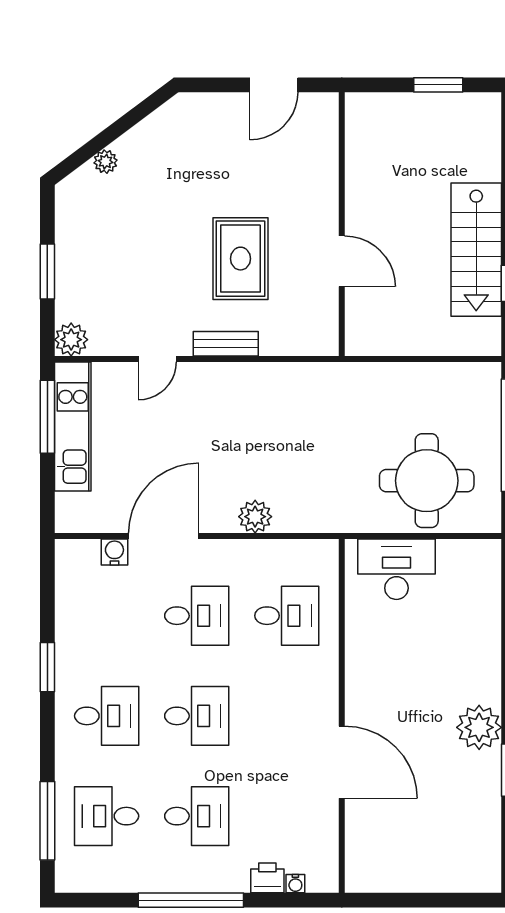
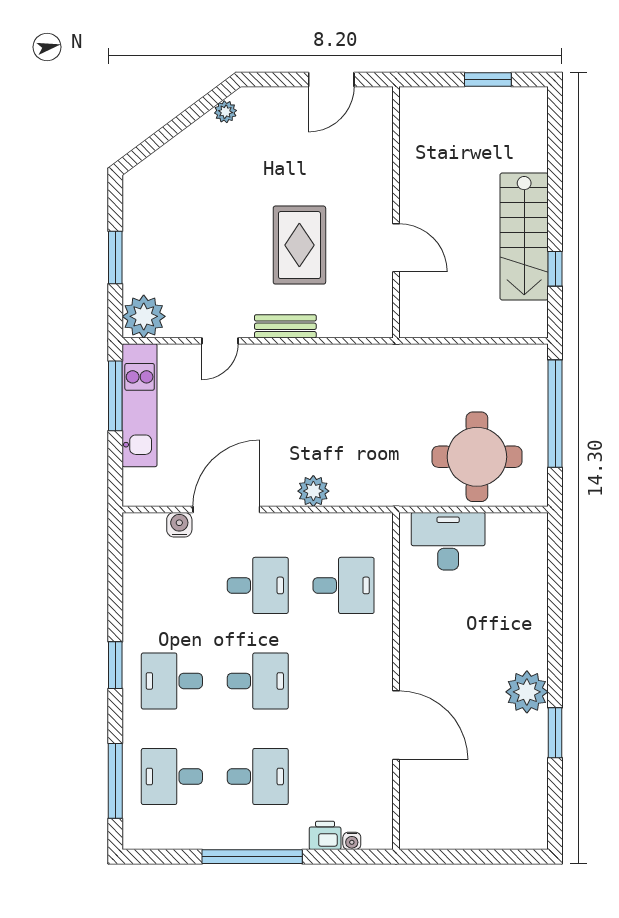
plant: (105, 162) -> (225, 112), moved
plant: (71, 340) -> (144, 316), width x1.36, depth x1.36
window: (47, 667) -> (115, 665), moved
desk: (107, 716) -> (172, 681), turned 180

